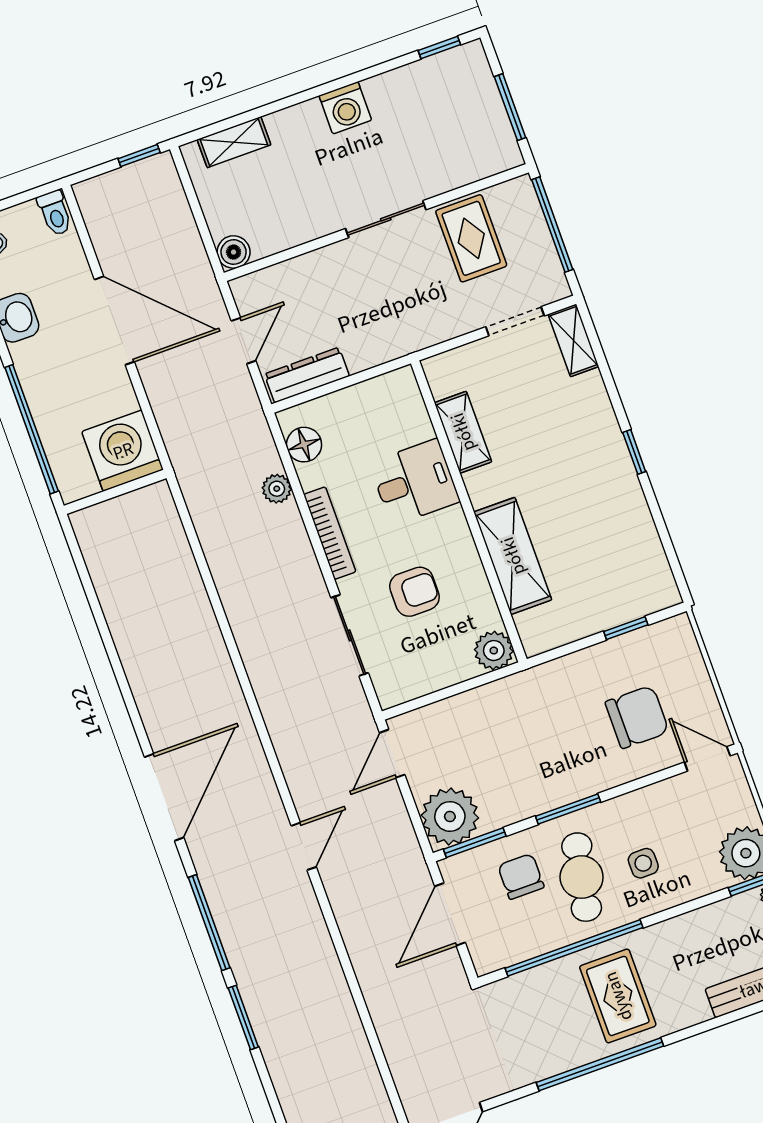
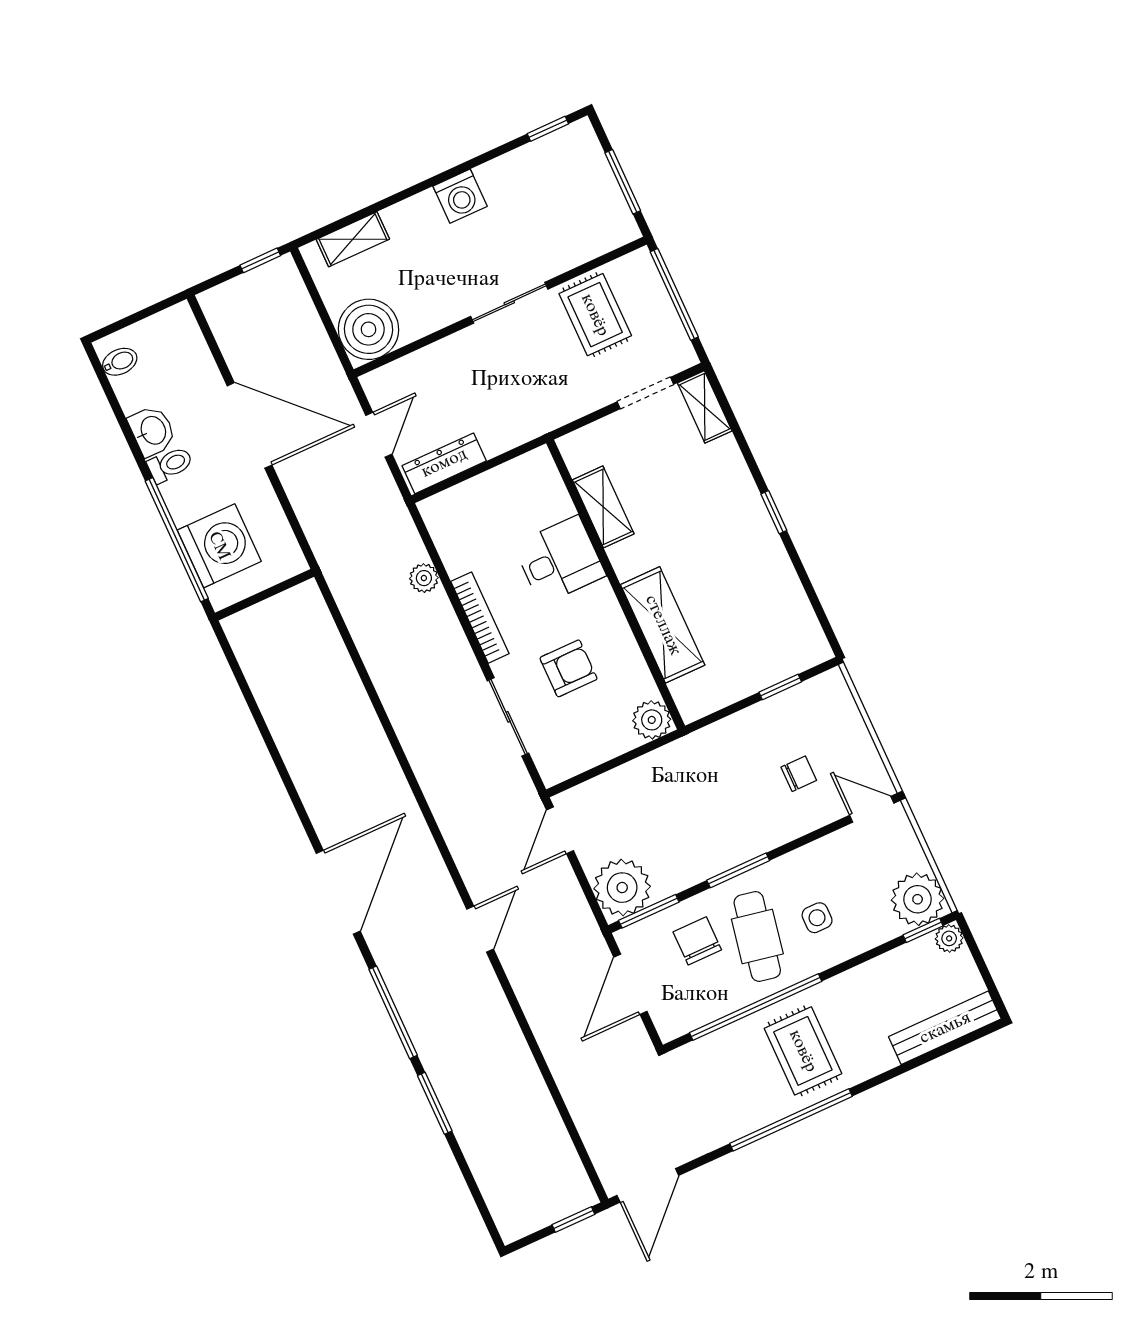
toilet: (55, 213) -> (170, 465), moved, turned -90
boiler: (234, 252) -> (369, 329), width x1.86, depth x1.86
floor lamp: (304, 445) -> (447, 532), removed
washing machine: (123, 451) -> (219, 546), moved, turned 90
chair: (637, 717) -> (799, 774), width x0.54, depth x0.54

